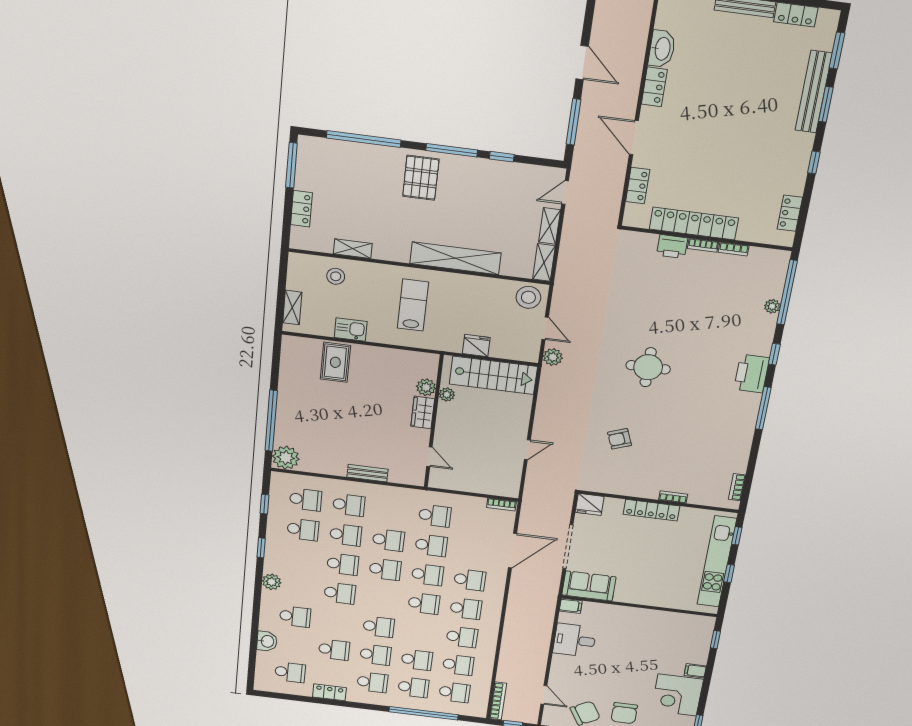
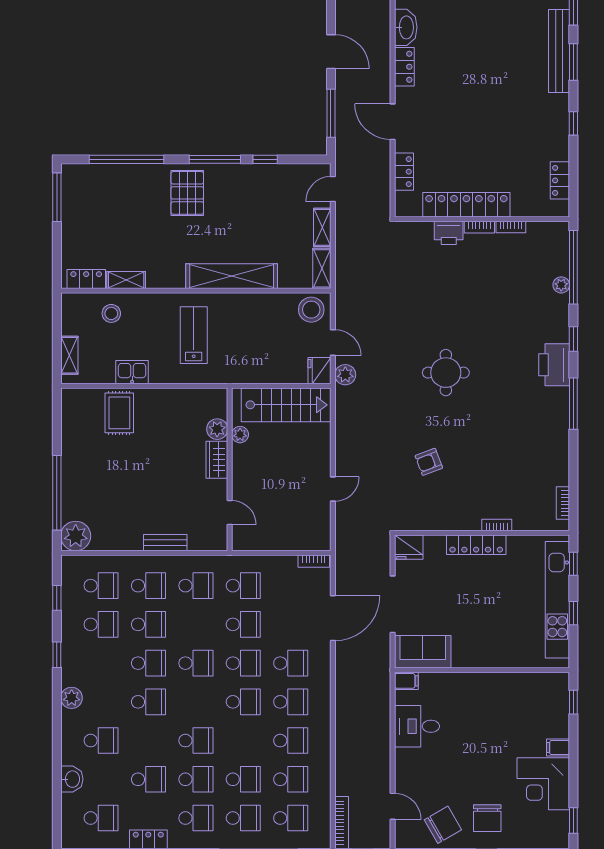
locker: (301, 209) -> (86, 279), moved, turned -90
fridge: (476, 346) -> (319, 371), moved, turned -90
school desk: (388, 540) -> (196, 586), moved

